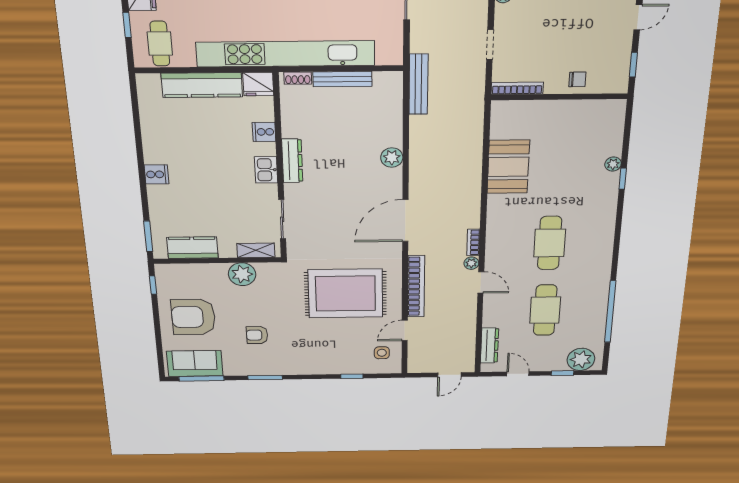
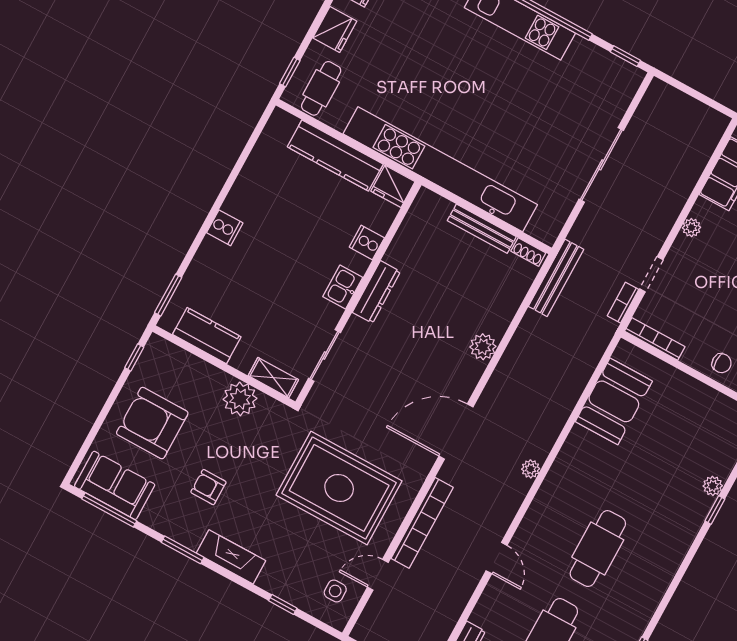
window: (127, 25) -> (290, 72), moved
shoe rack: (298, 78) -> (528, 252), moved
booth: (508, 167) -> (614, 401), moved
bookcase: (473, 242) -> (623, 303), moved
plant: (471, 263) -> (531, 469), moved
fireplace: (300, 366) -> (231, 557), added

